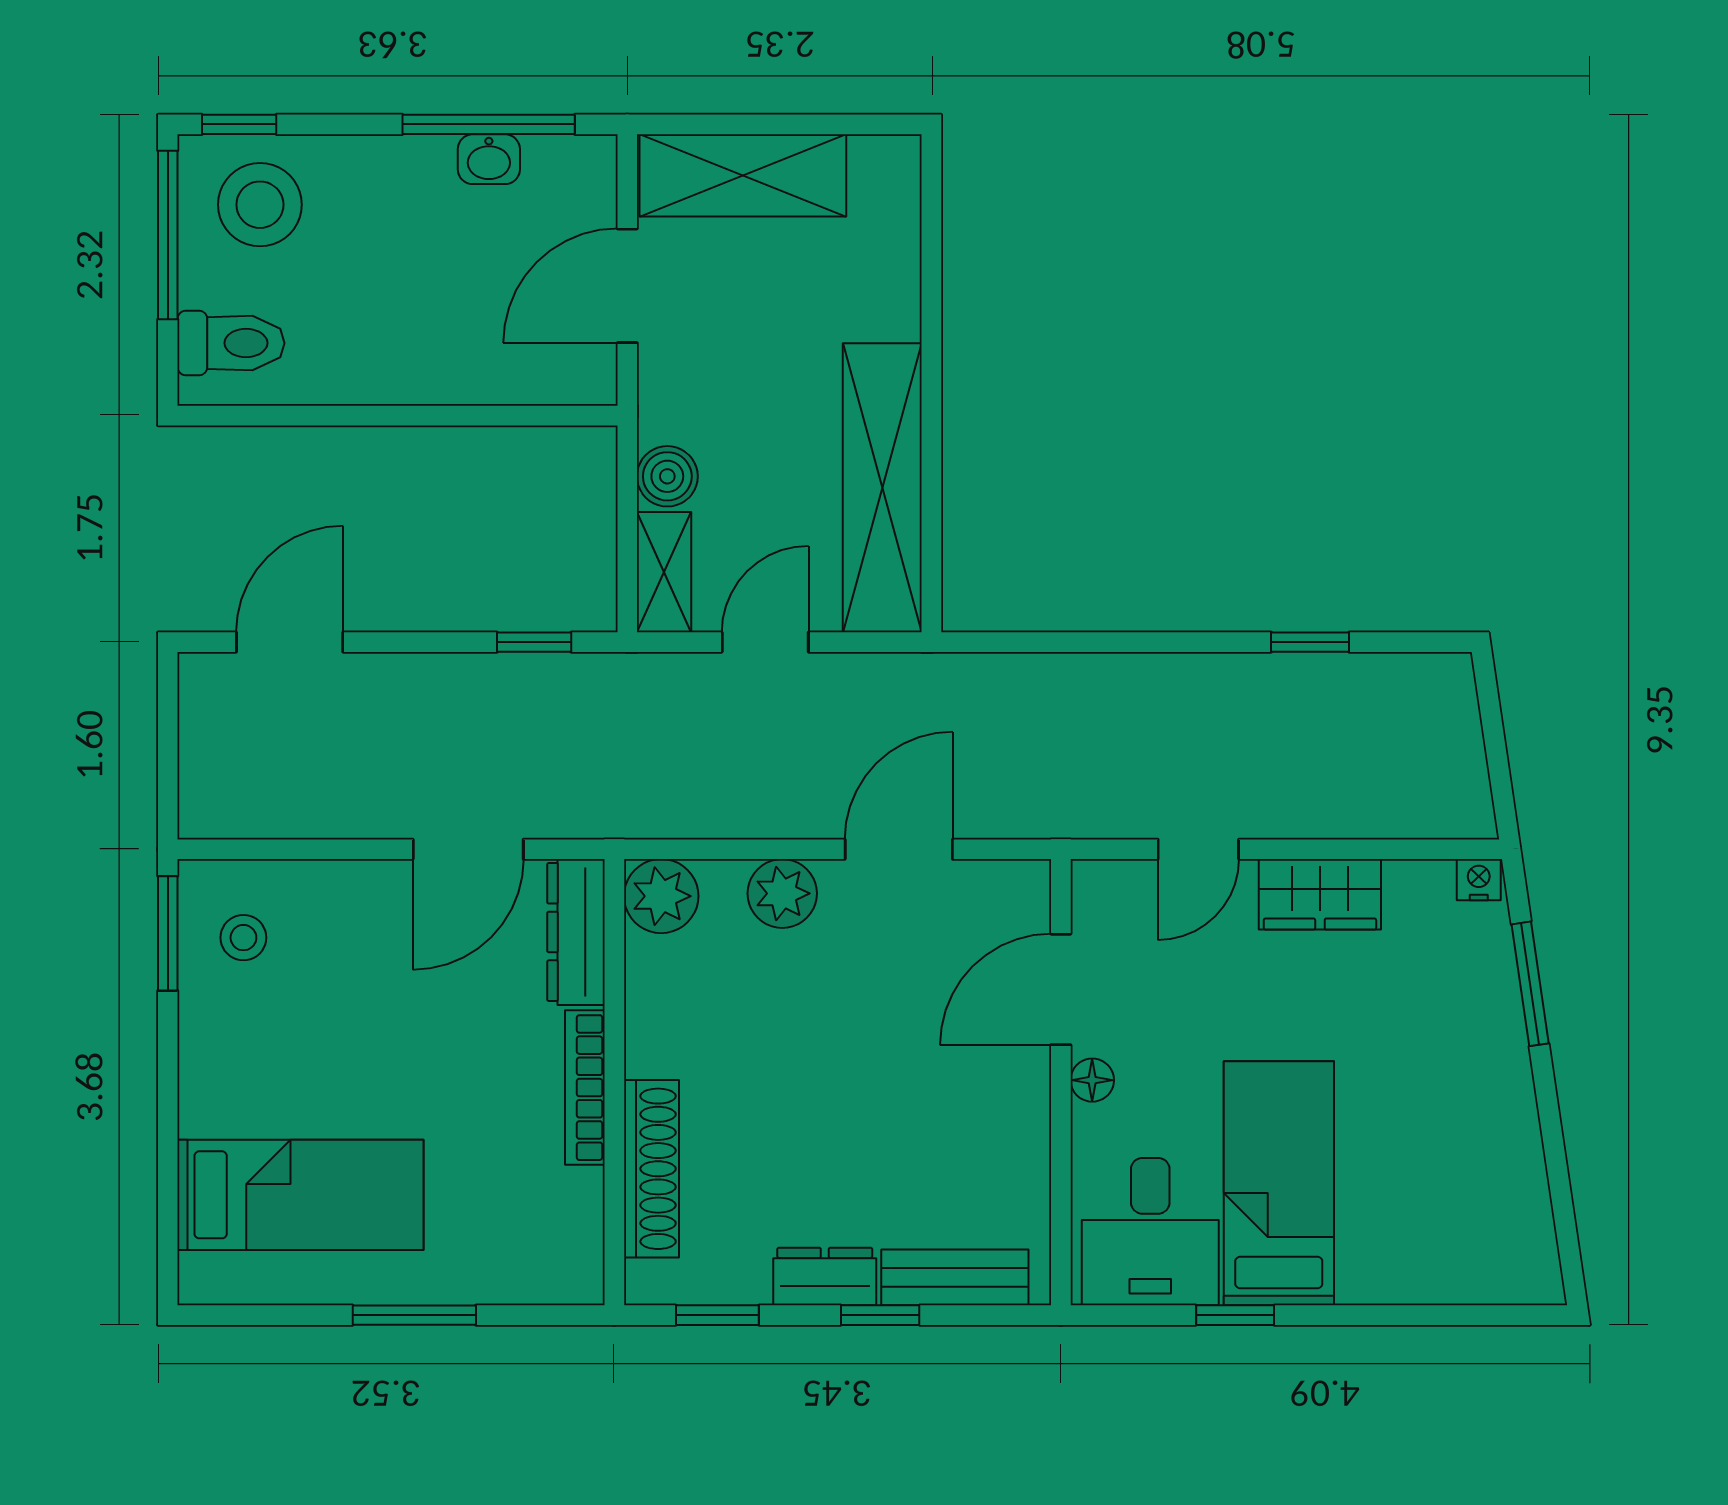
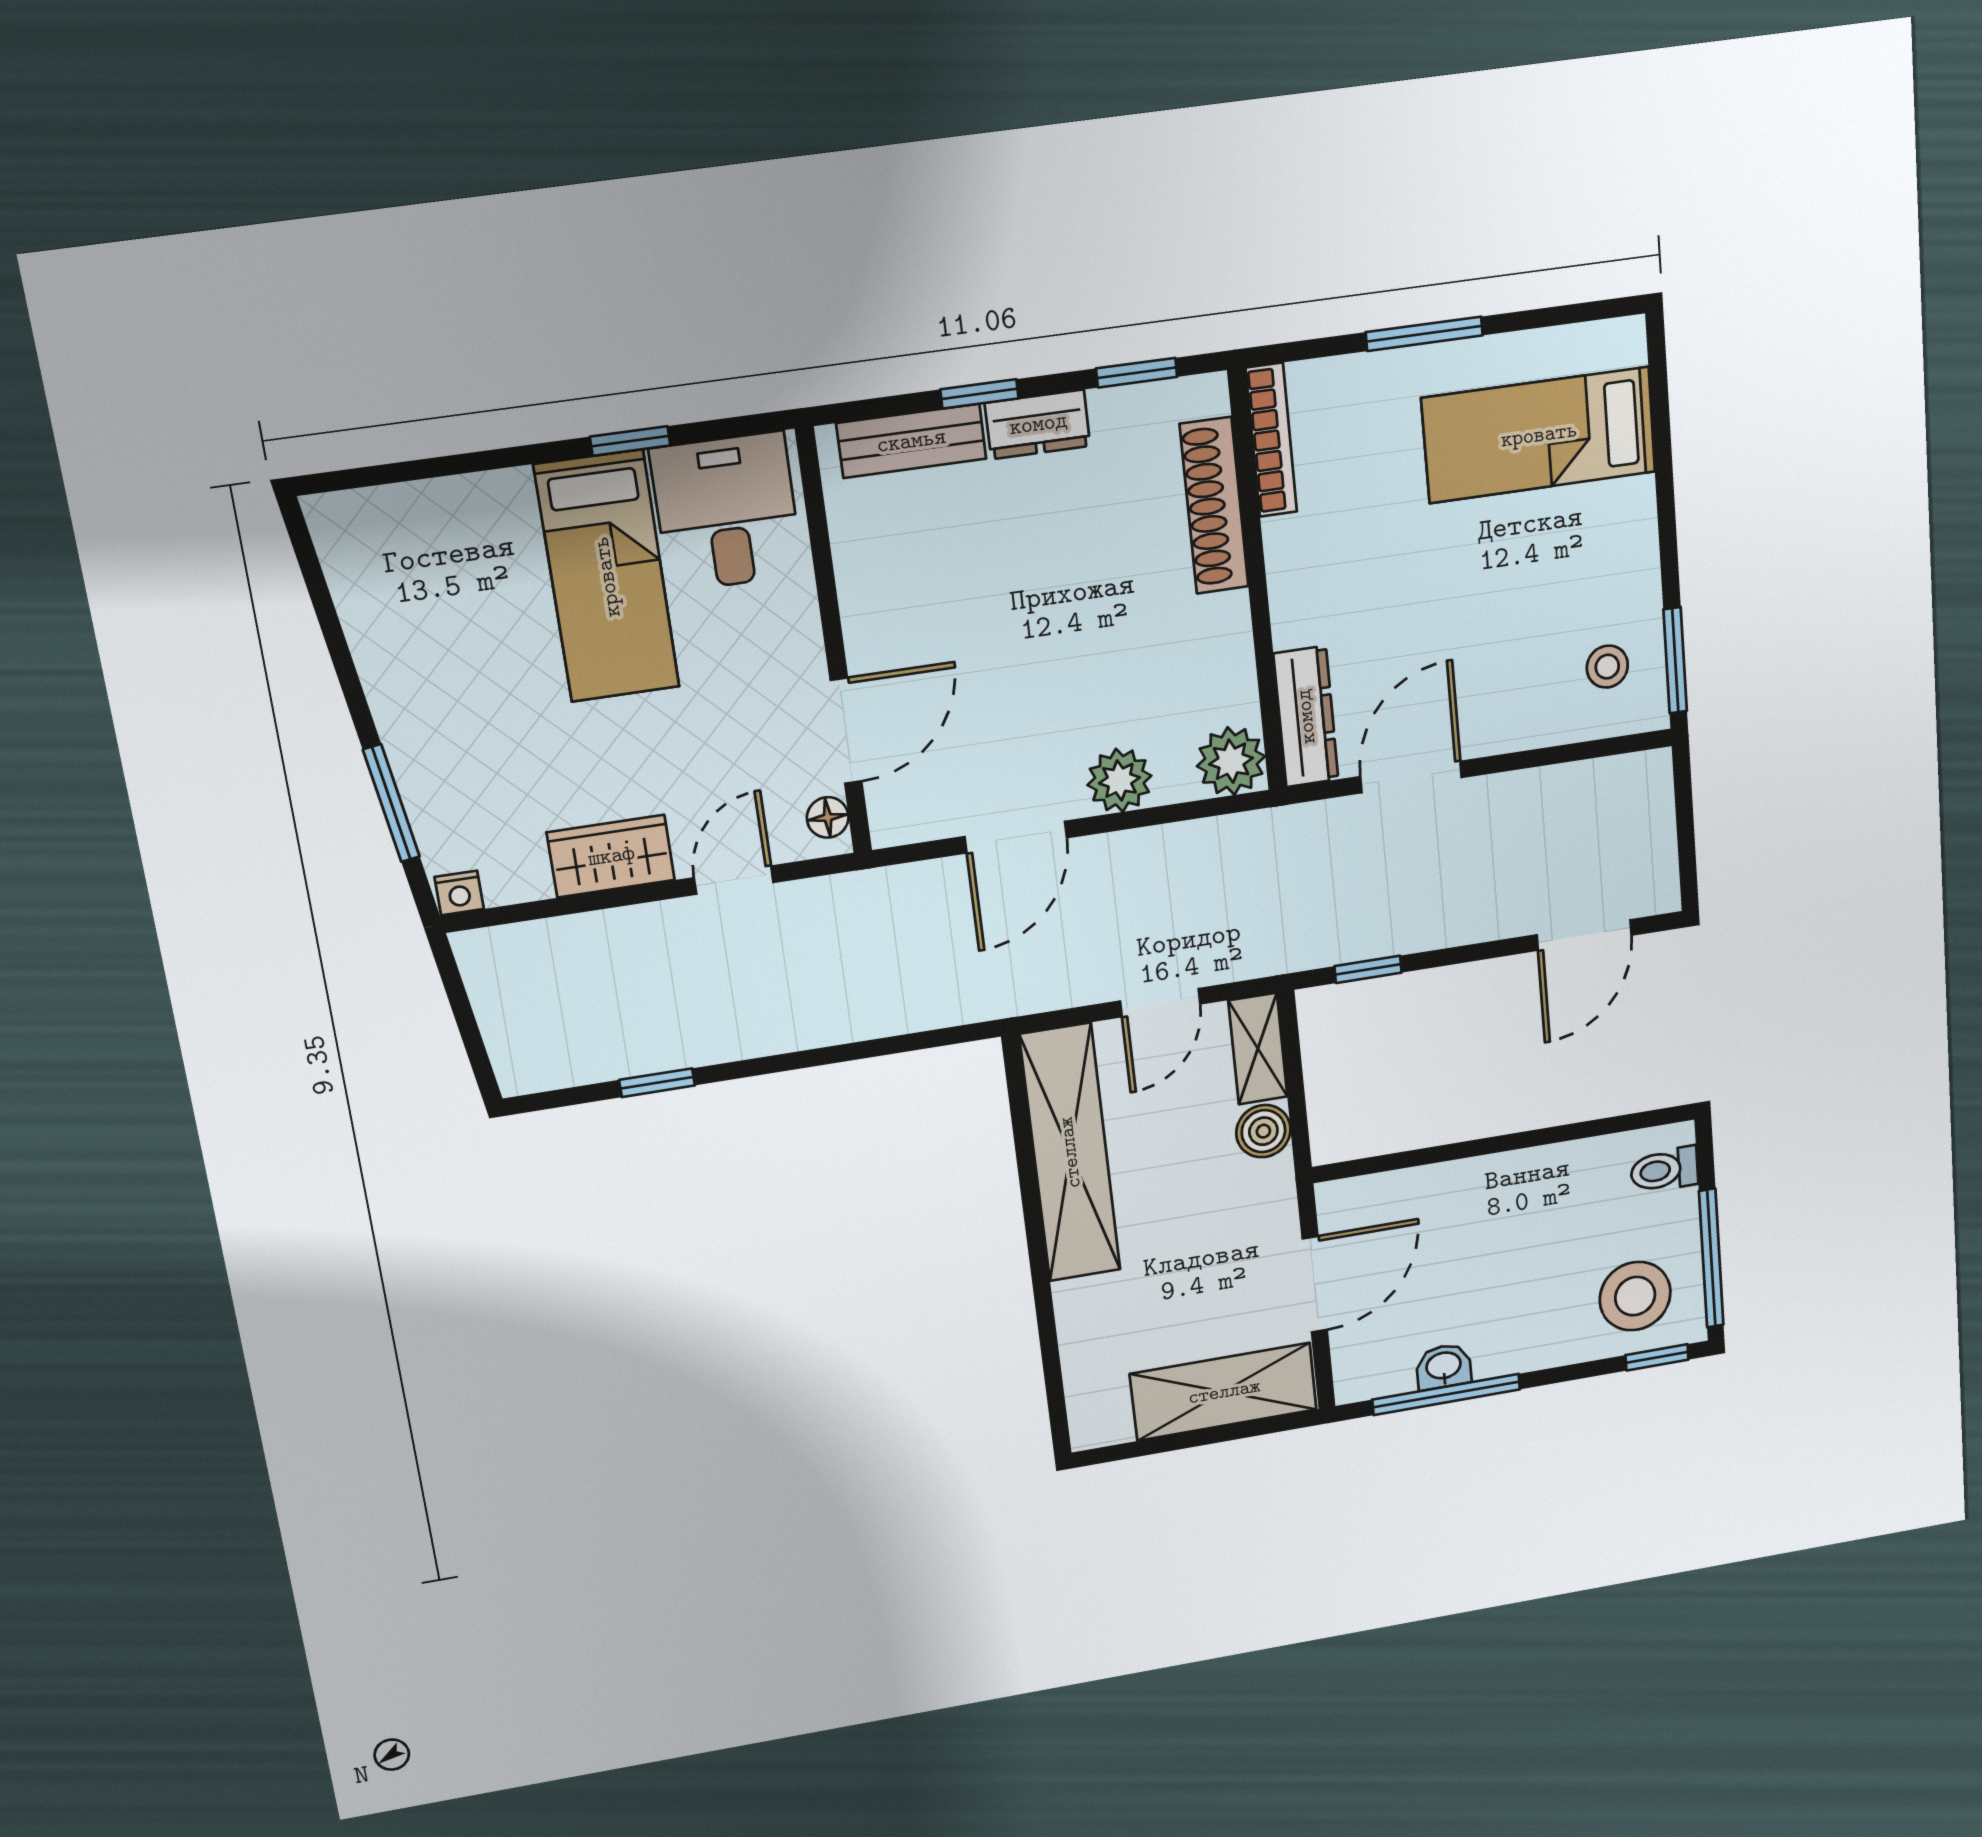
toilet: (231, 343) -> (1664, 1170), width x0.73, depth x0.72
floor lamp: (1092, 1080) -> (828, 817), moved
bookcase: (585, 1088) -> (1271, 440), moved

